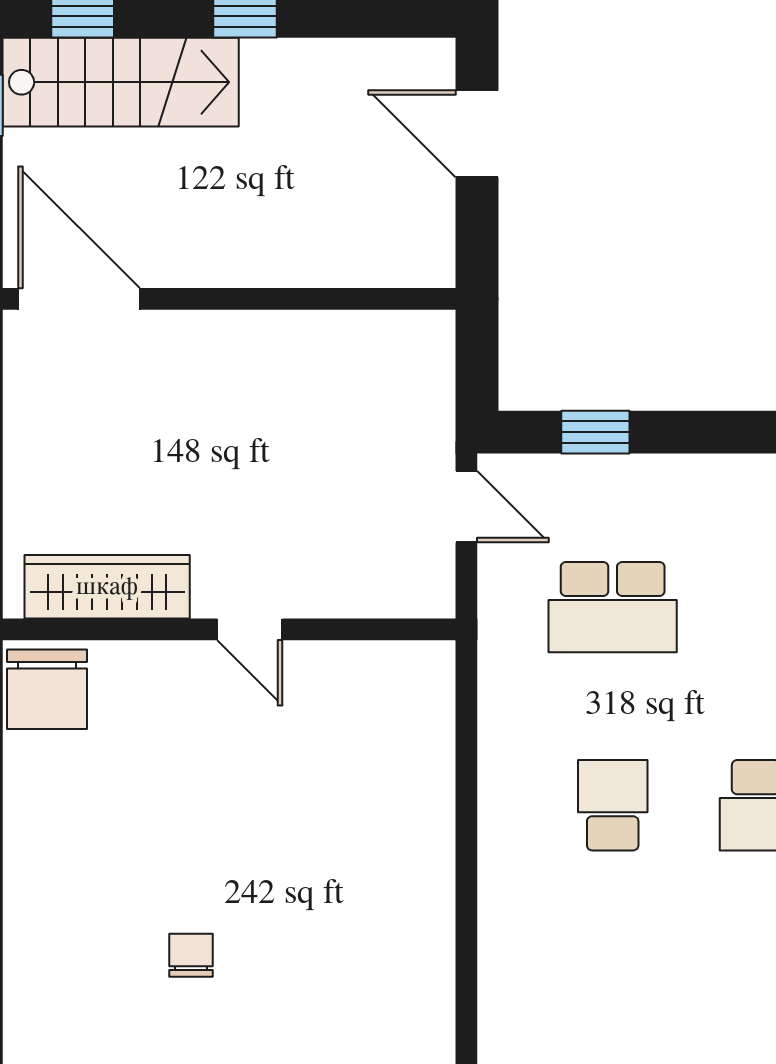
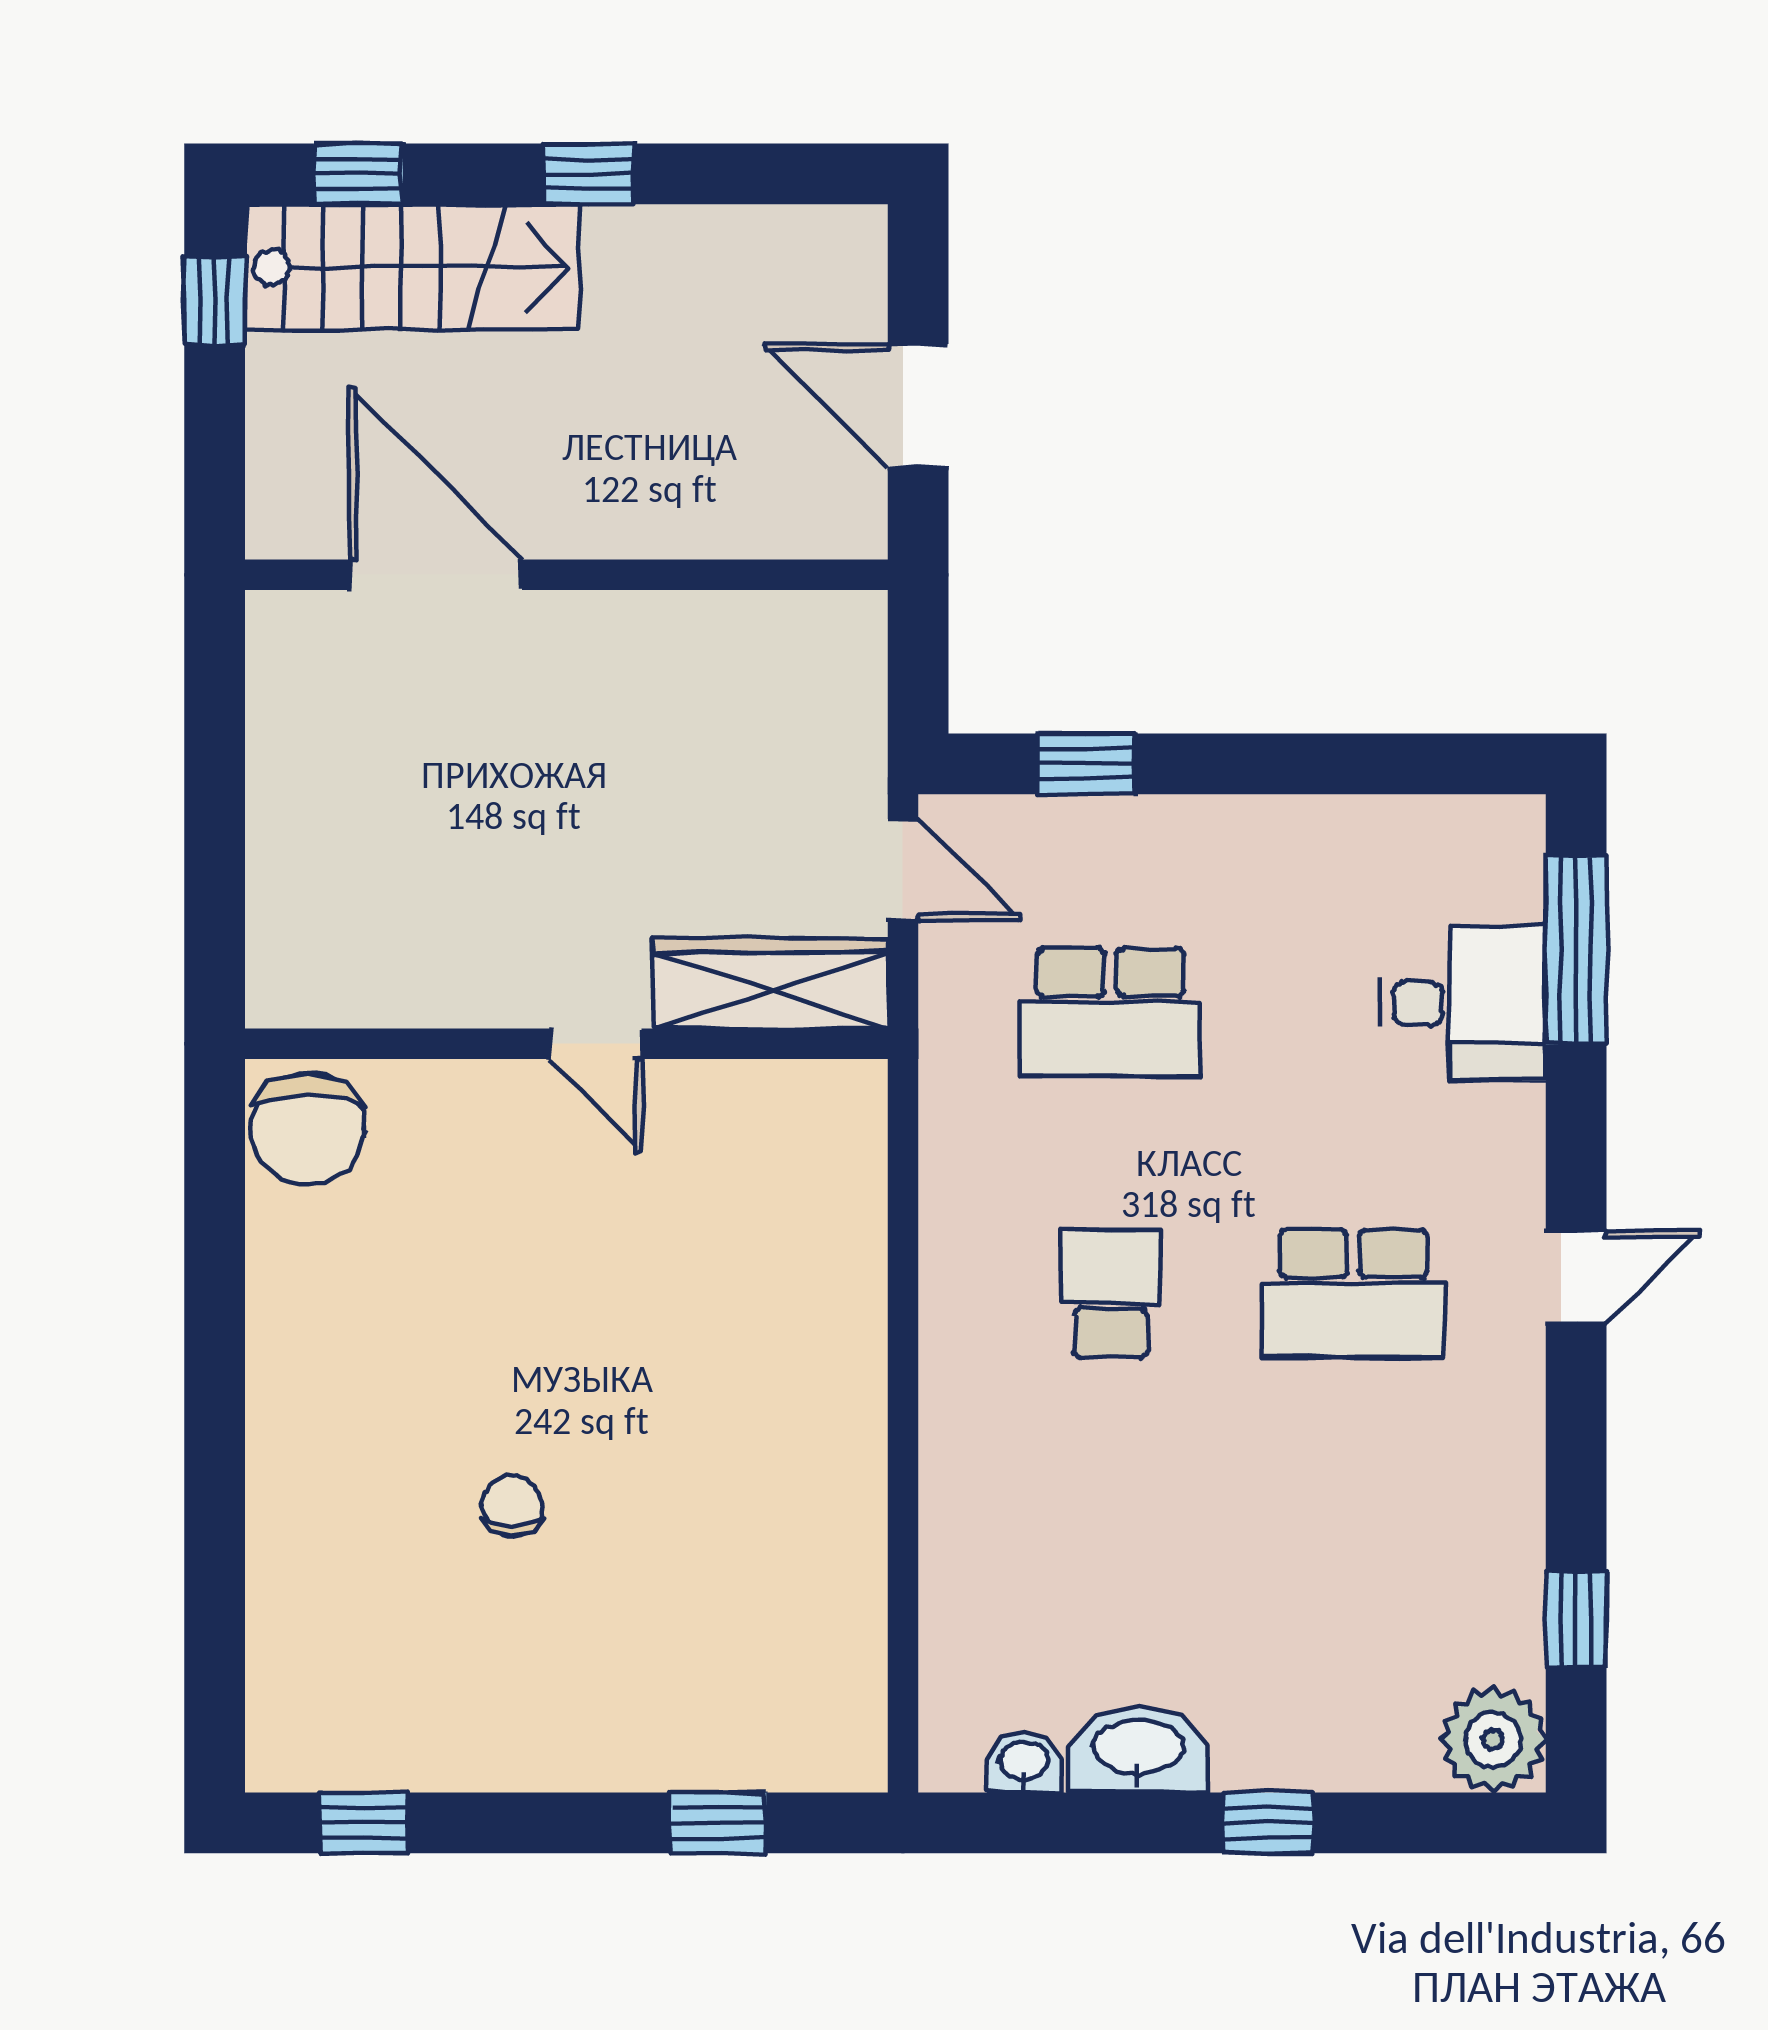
door: (477, 134) -> (918, 406), moved
door: (79, 299) -> (436, 575), moved
wardrobe: (107, 587) -> (771, 983), moved

